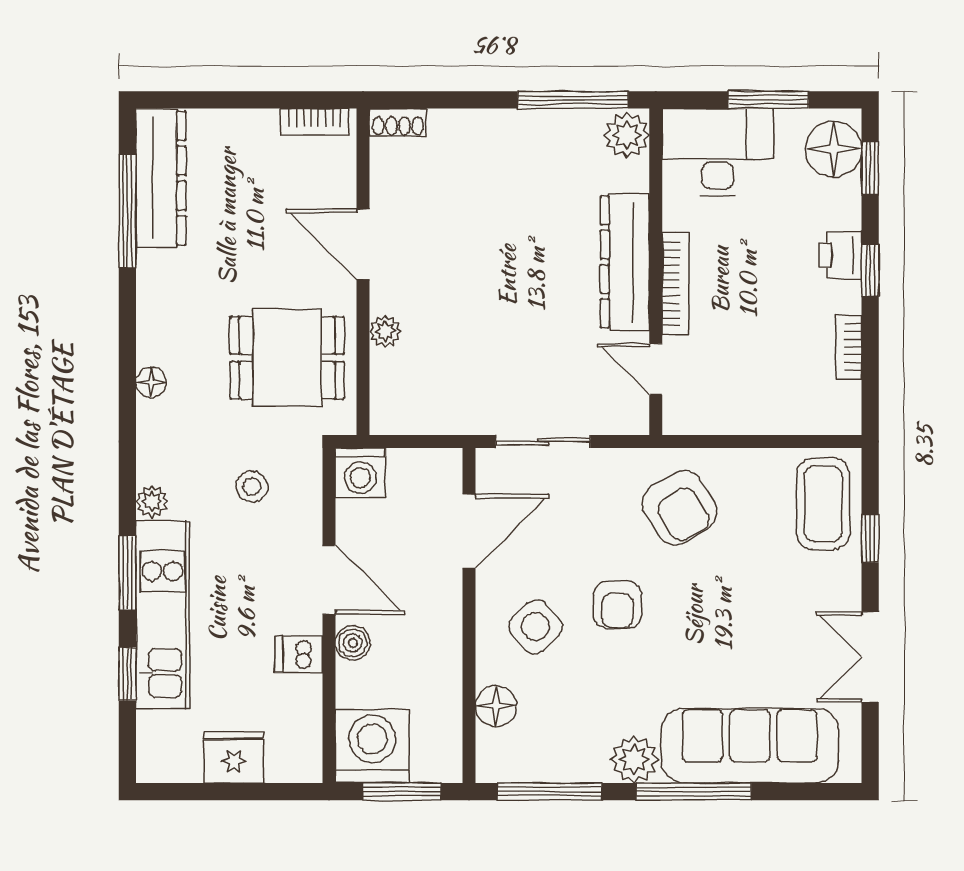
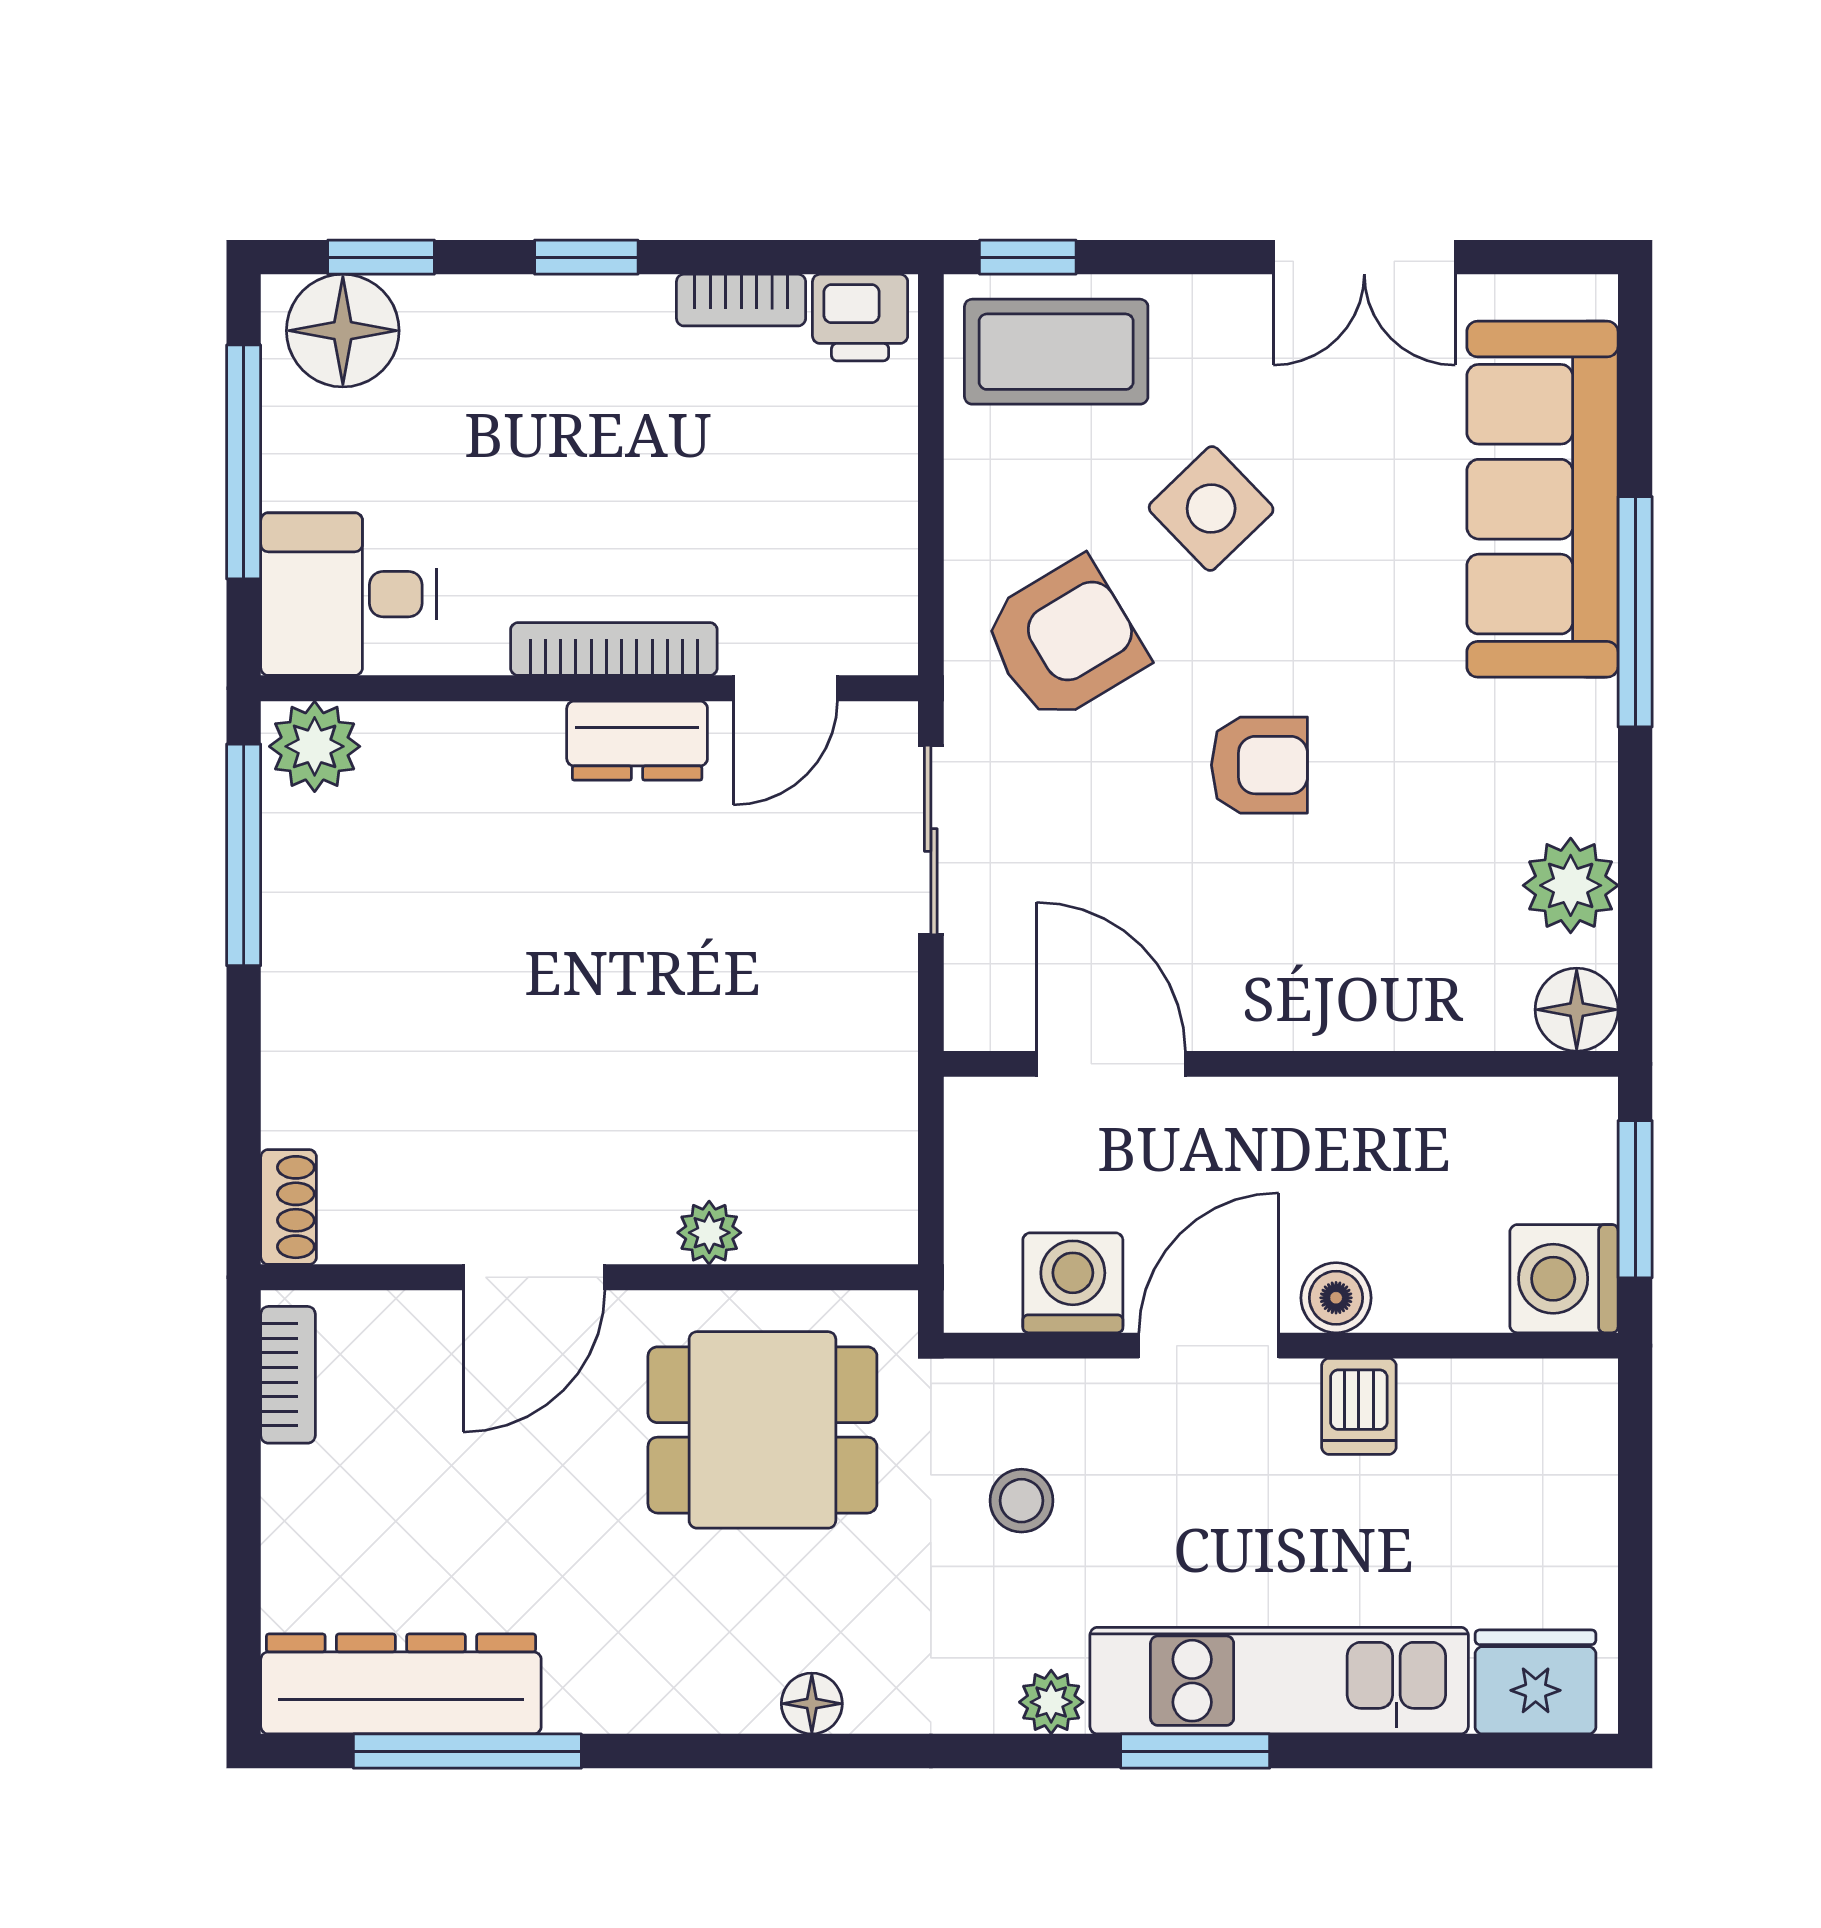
window: (768, 100) -> (244, 462), width x1.44
desk: (718, 152) -> (348, 594), width x0.73
printer: (840, 255) -> (860, 317), moved
dresser: (625, 262) -> (637, 741), width x0.51, depth x0.80
dining table: (287, 358) -> (762, 1430), turned 90
sliding door: (543, 441) -> (931, 840), moved
washing machine: (360, 473) -> (1073, 1283), moved, turned -90
window: (870, 538) -> (1028, 257), moved
side table: (535, 627) -> (1211, 509), moved
window: (127, 674) -> (1399, 1751), removed
floor lamp: (496, 706) -> (1577, 1010), moved
washing machine: (372, 746) -> (1564, 1279), width x0.73, depth x0.73
fridge: (234, 757) -> (1536, 1682), moved, turned 90
plant: (634, 759) -> (1571, 885), moved
window: (550, 792) -> (1635, 902), removed

